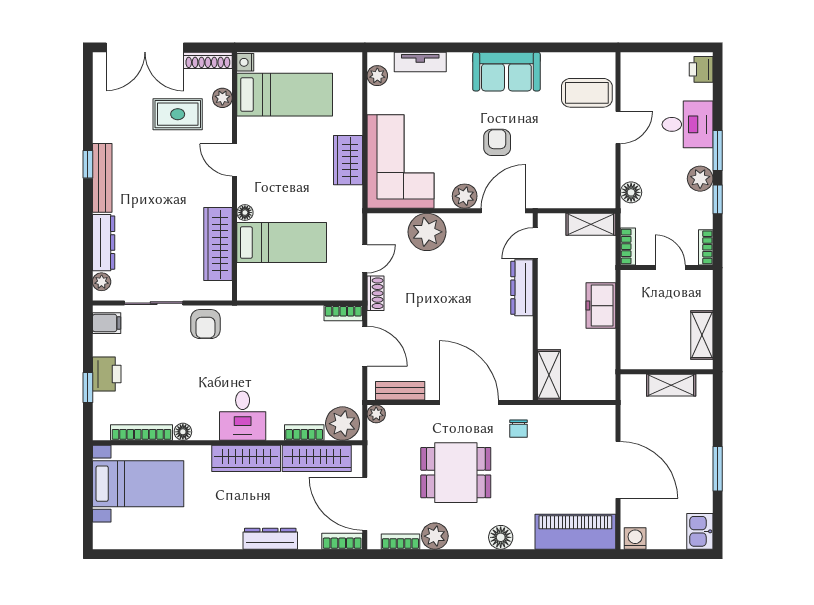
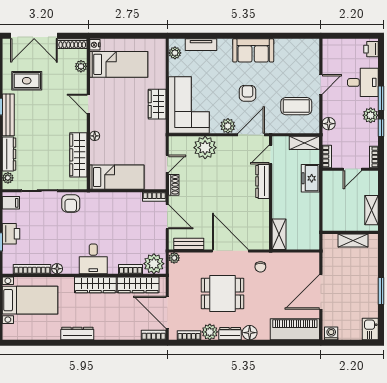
coffee table: (587, 93) -> (296, 106), moved
rug: (178, 114) -> (27, 81), moved
bed: (282, 243) -> (117, 177), moved
door: (670, 268) -> (352, 169), swing flipped
freezer: (601, 306) -> (310, 178), moved
door: (618, 470) -> (321, 292), swing flipped
dresser: (270, 539) -> (77, 334), moved
dresser: (468, 539) -> (230, 334), added

